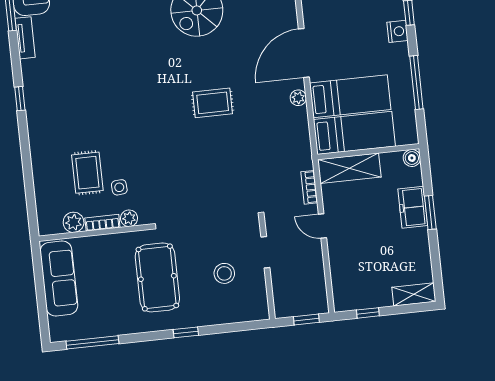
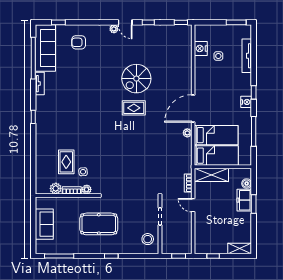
rug: (213, 103) -> (134, 108), moved
boiler: (412, 158) -> (247, 183), moved
stool: (224, 273) -> (148, 239), moved
pool table: (157, 277) -> (99, 224), turned 90
sofa: (59, 278) -> (44, 224), width x0.73

